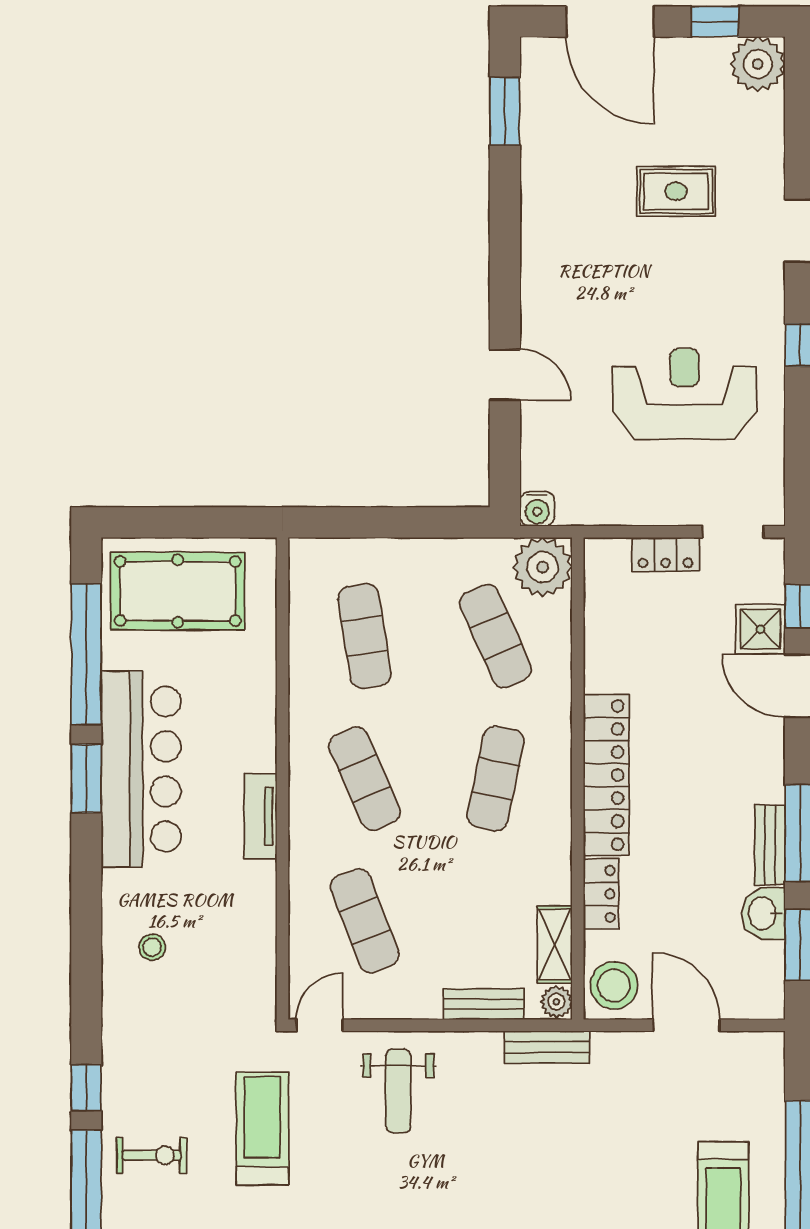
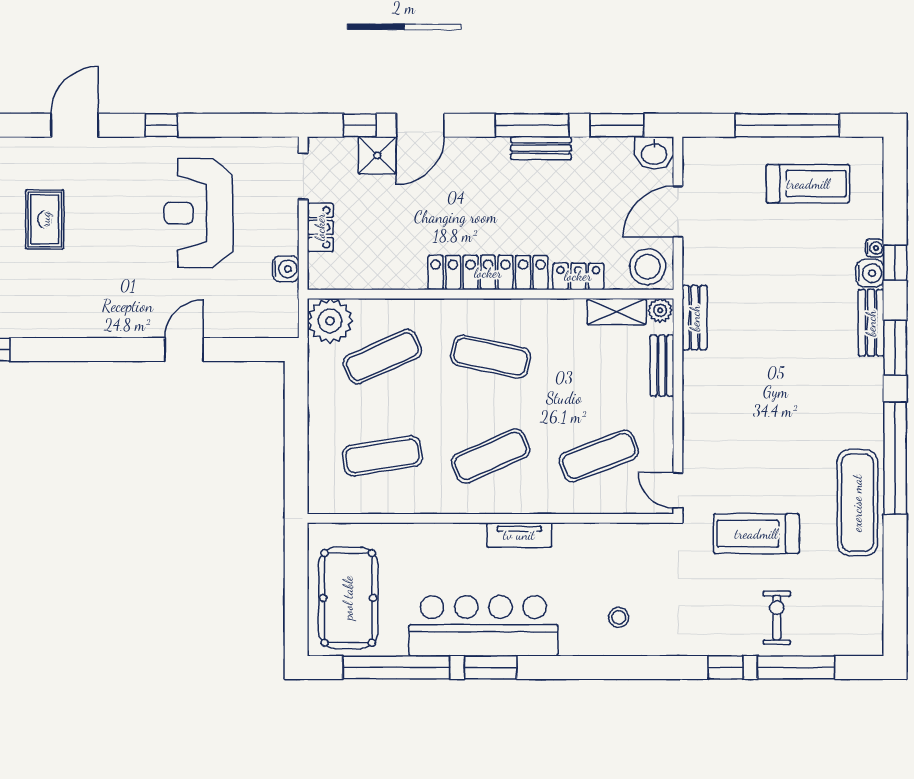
water cooler: (537, 509) -> (286, 269), moved
washbasin: (763, 913) -> (654, 153), moved
weight bench: (398, 1091) -> (728, 430), removed

